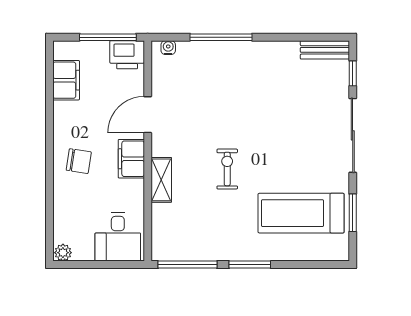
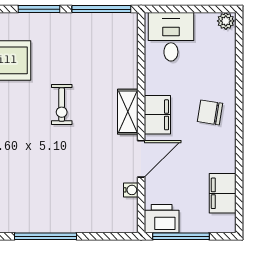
window: (221, 37) -> (46, 236), moved
water cooler: (168, 48) -> (131, 190), moved, turned -90
shelving: (161, 180) -> (128, 112), moved

